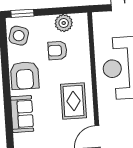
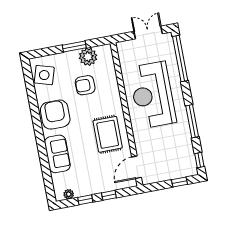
window: (22, 13) -> (74, 46), moved
armchair: (25, 75) -> (55, 115), turned 180

